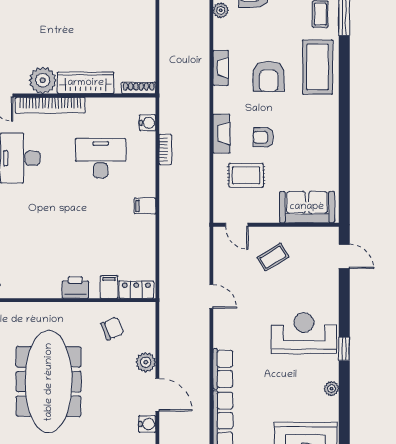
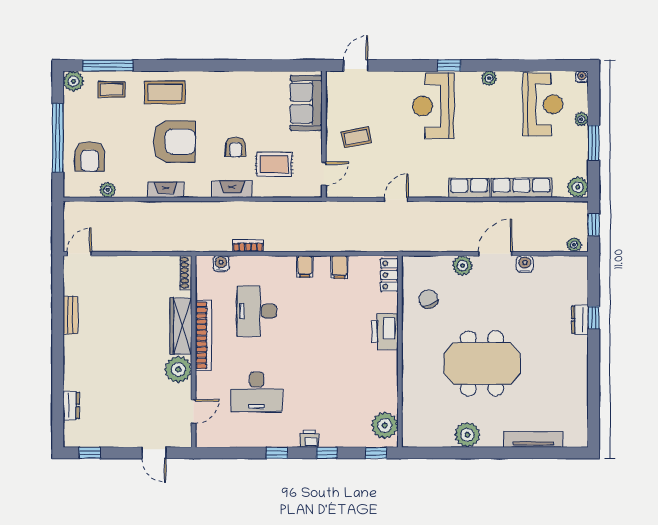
coffee table: (318, 67) -> (165, 92), width x0.73, depth x0.76
armchair: (269, 76) -> (174, 142), width x1.36, depth x1.36
bookcase: (50, 105) -> (203, 335), moved
rug: (246, 175) -> (274, 164), turned 90
coffee table: (273, 257) -> (356, 137), turned -70
filing cabinet: (109, 287) -> (339, 267), moved, turned -90
printer: (75, 288) -> (385, 332), width x1.37, depth x1.19
meeting table: (49, 382) -> (482, 363), width x0.73

